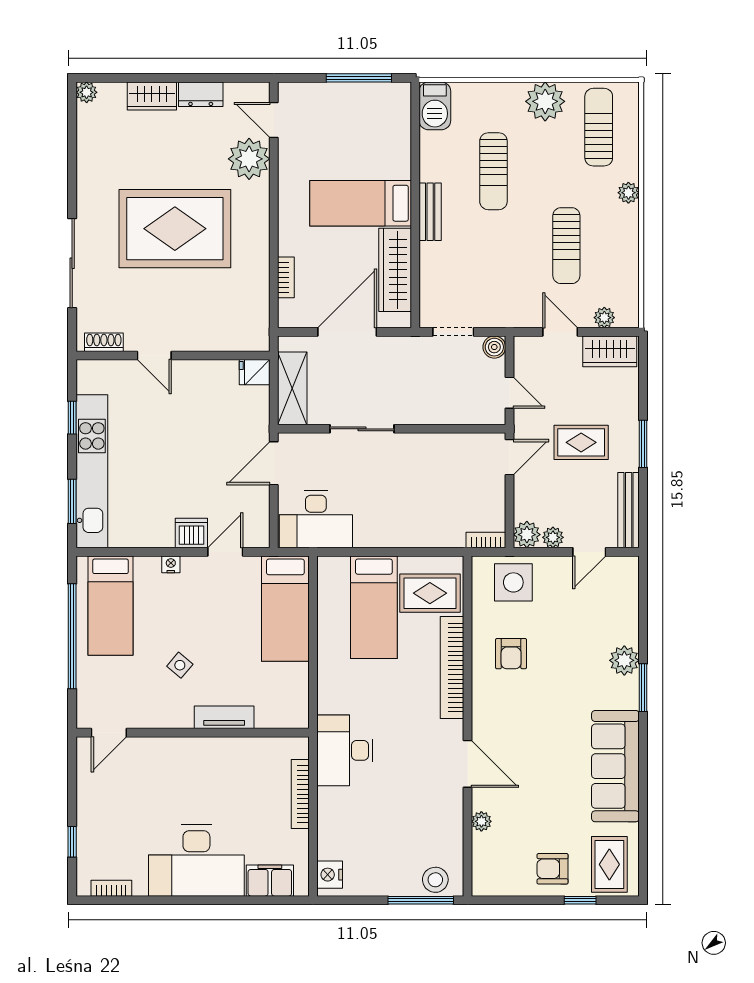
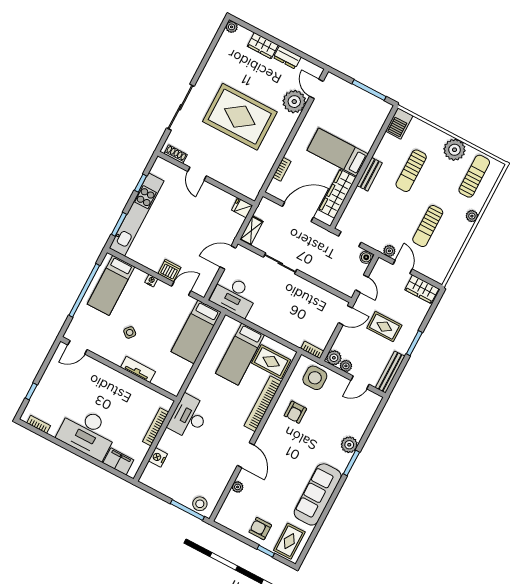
plant: (604, 318) -> (389, 251), moved
shelving: (292, 388) -> (251, 230), width x0.67, depth x0.75
nightstand: (330, 875) -> (158, 457), moved

